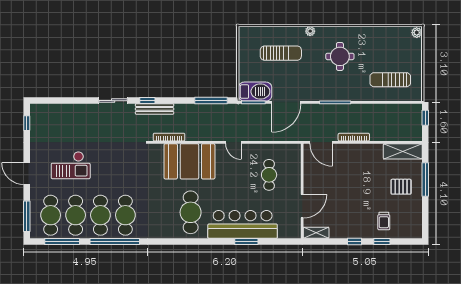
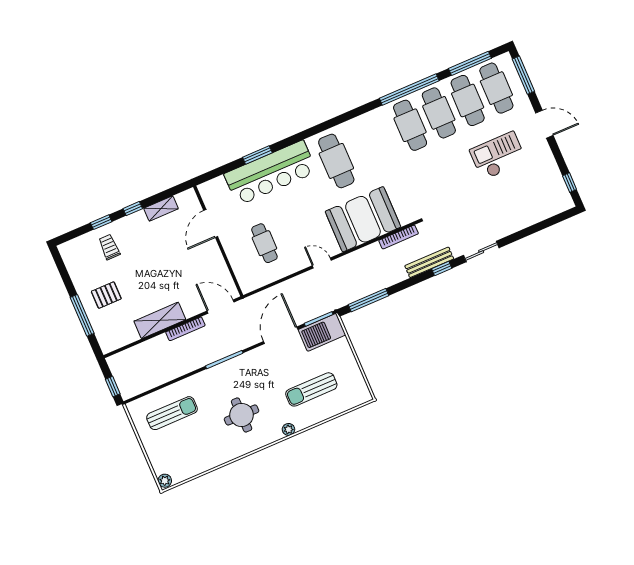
shelving: (403, 151) -> (160, 320), moved
shelving: (316, 233) -> (161, 209), moved

